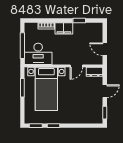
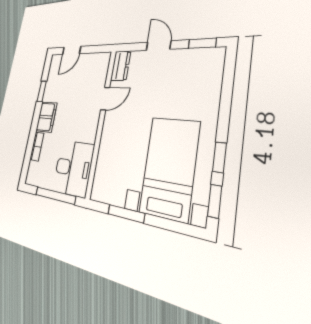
door: (105, 49) -> (72, 50), moved
door: (76, 66) -> (105, 99), hinge flipped
bed with nightstands: (46, 89) -> (169, 167), moved, turned -90

